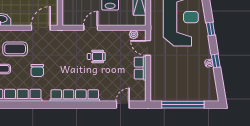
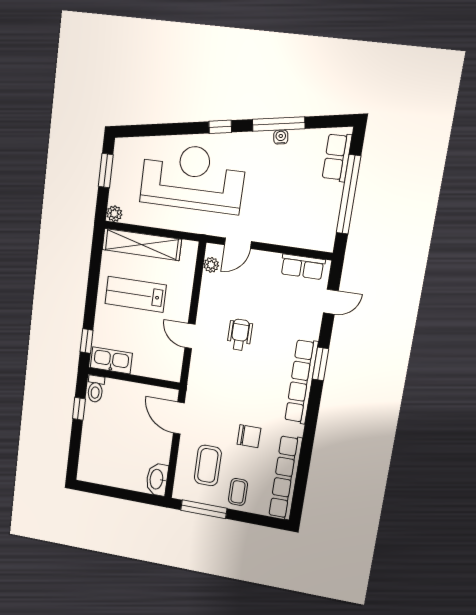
window: (216, 61) -> (279, 124), width x2.17
row of seats: (140, 68) -> (303, 267), moved
row of seats: (202, 95) -> (337, 157), added
window: (87, 105) -> (321, 364), added
door: (123, 105) -> (331, 302), swing flipped

